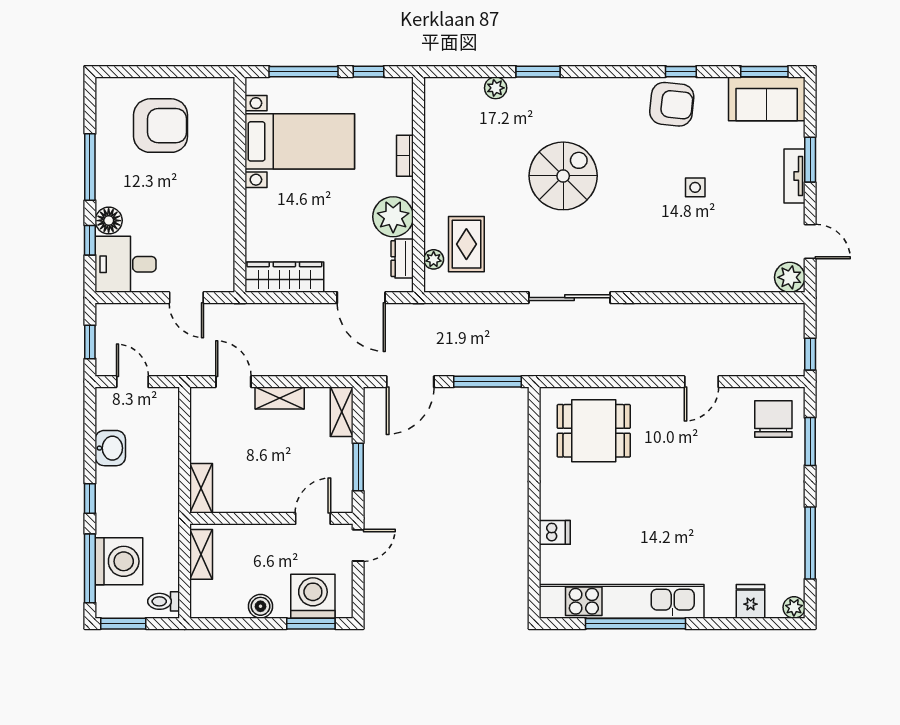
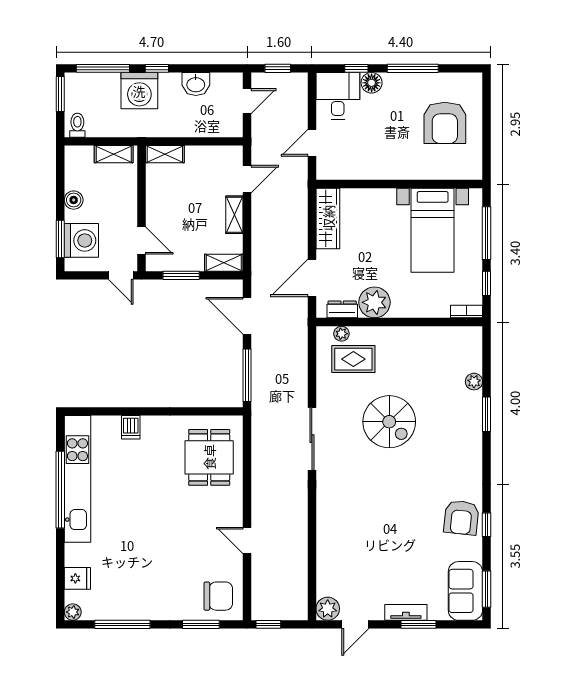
bookcase: (405, 156) -> (467, 312), moved
spiral stairs: (563, 176) -> (389, 422), moved
side table: (695, 187) -> (397, 536), removed
washing machine: (119, 561) -> (139, 91), moved

